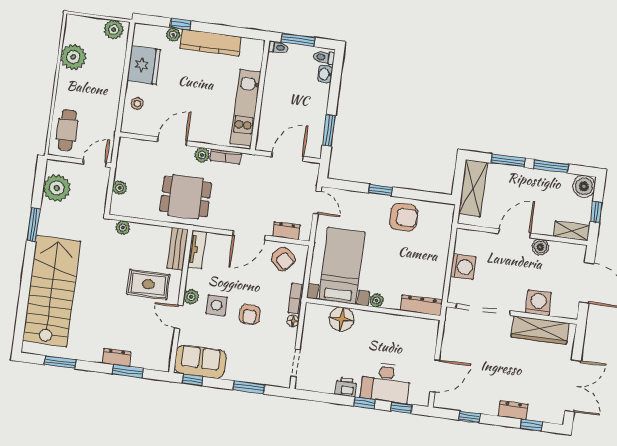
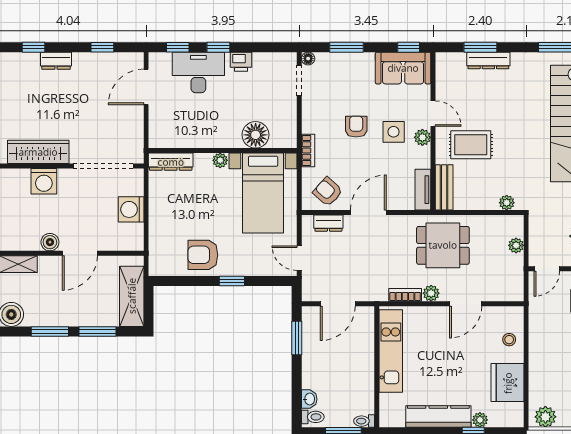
floor lamp: (293, 321) -> (308, 59), moved
dresser: (116, 358) -> (488, 60), width x1.44

